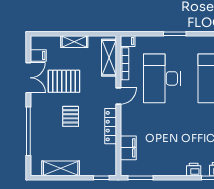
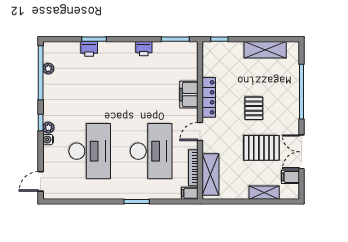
shelving: (74, 42) -> (264, 193), moved
filing cabinet: (128, 148) -> (189, 95), moved
printer: (194, 169) -> (144, 49), moved

